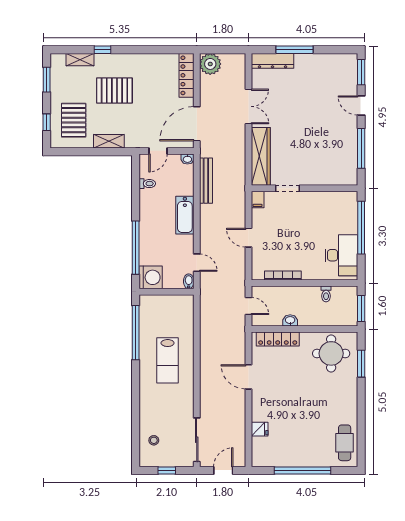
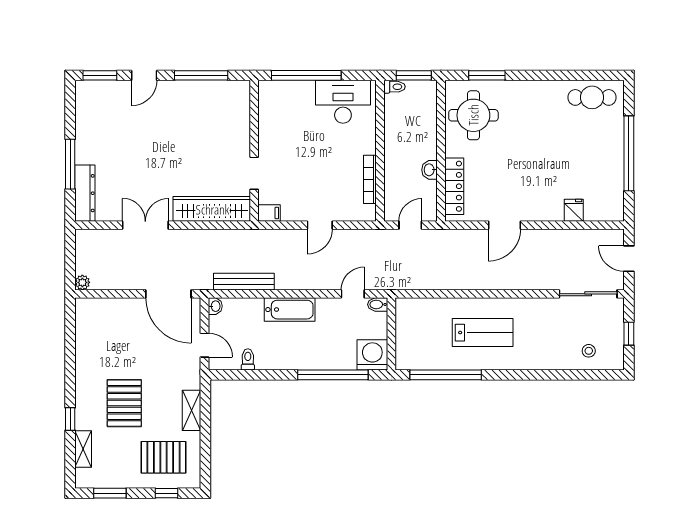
plant: (210, 64) -> (82, 282), width x0.53, depth x0.53
locker: (187, 75) -> (104, 307), removed
toilet: (326, 294) -> (394, 87), moved

